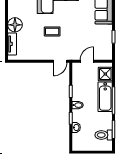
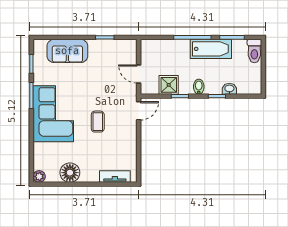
floor lamp: (15, 25) -> (70, 173), moved
door: (60, 61) -> (139, 111), hinge flipped
shower: (105, 74) -> (169, 85), moved
bathtub: (105, 97) -> (211, 49), moved
toilet: (104, 135) -> (254, 51), moved

